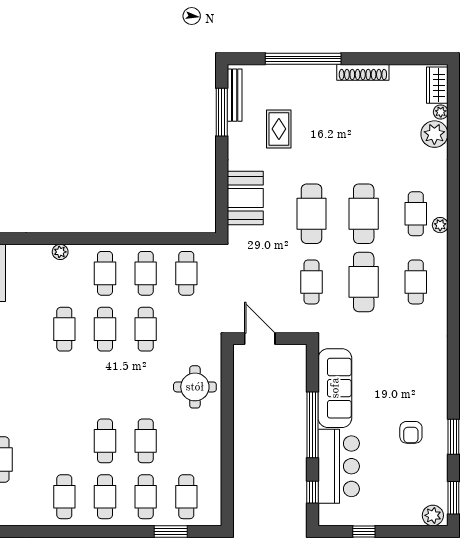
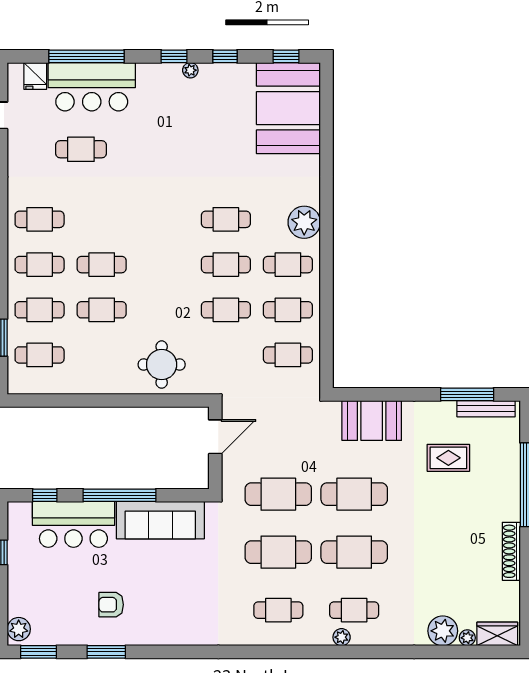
plant: (60, 252) -> (304, 222), width x1.87, depth x1.87
cafe table: (311, 282) -> (278, 494), width x1.37, depth x1.35

